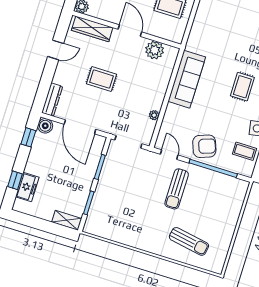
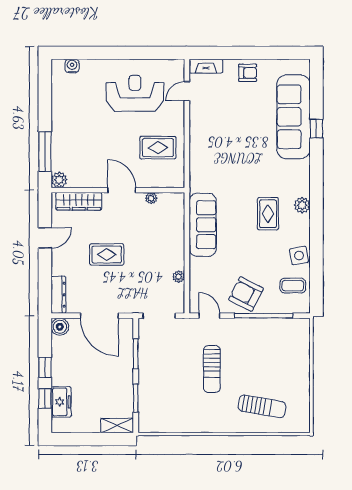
plant: (155, 50) -> (151, 198), width x0.53, depth x0.53
window: (28, 137) -> (45, 367), moved
armchair: (204, 146) -> (246, 294), turned -133
sun lounger: (177, 189) -> (212, 369), moved

